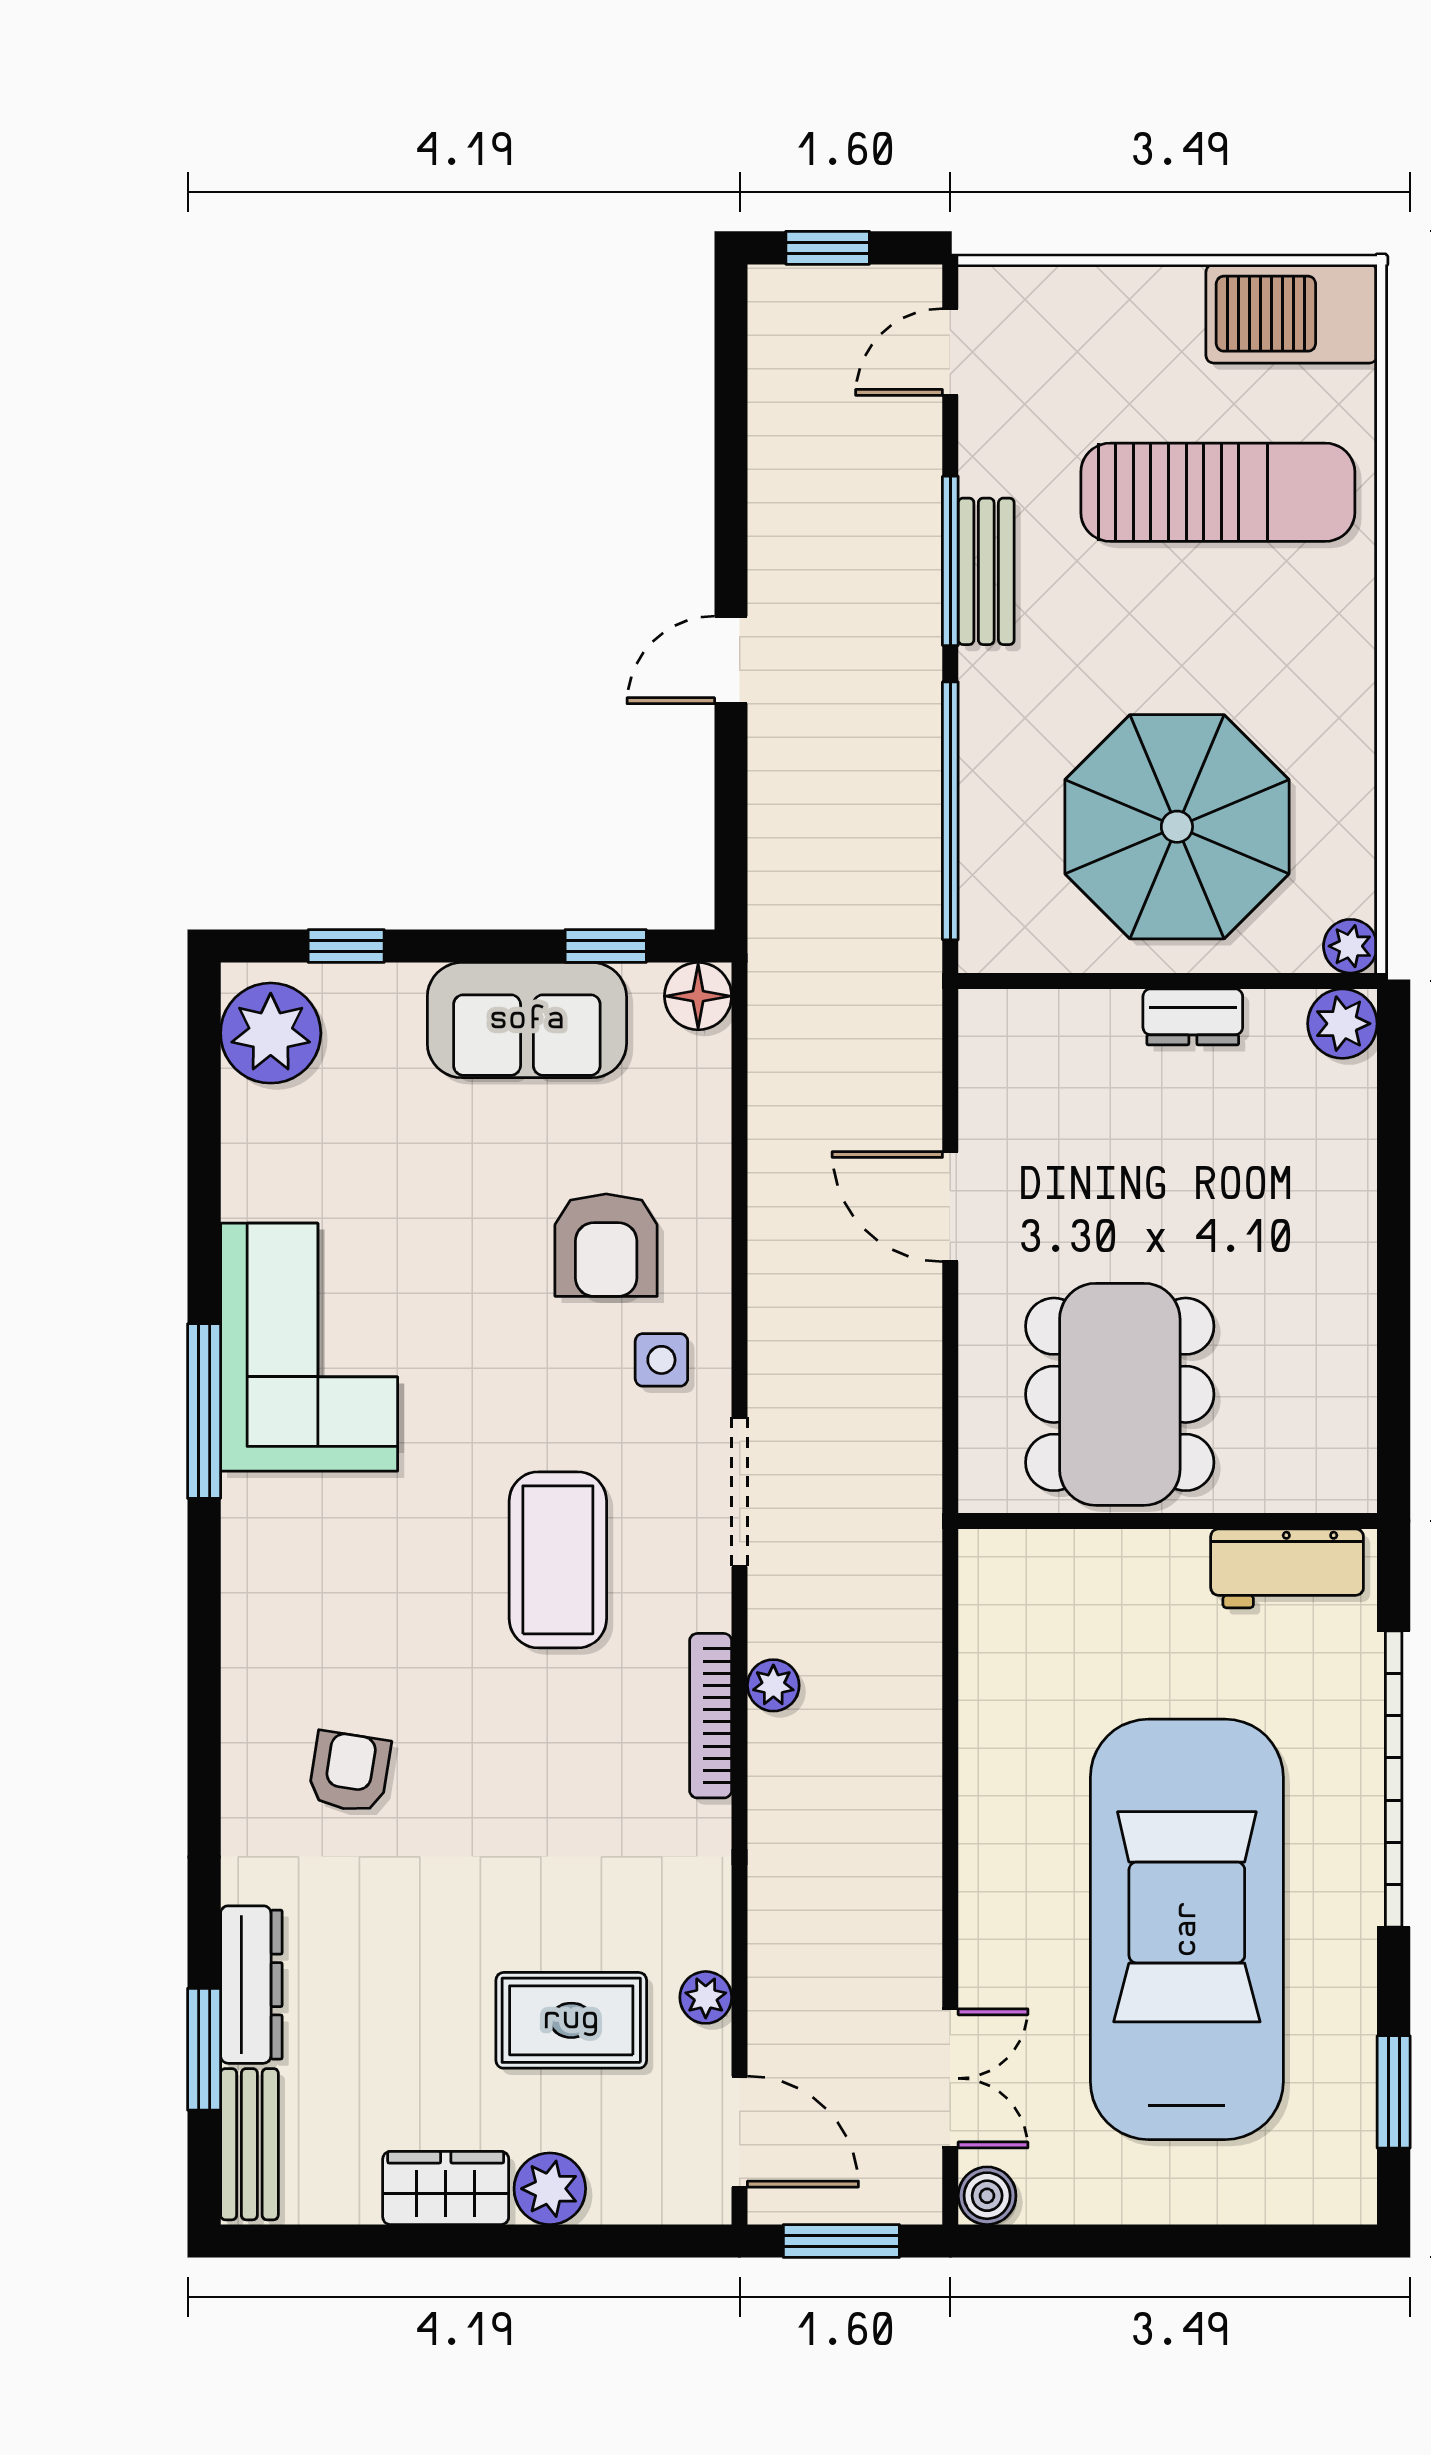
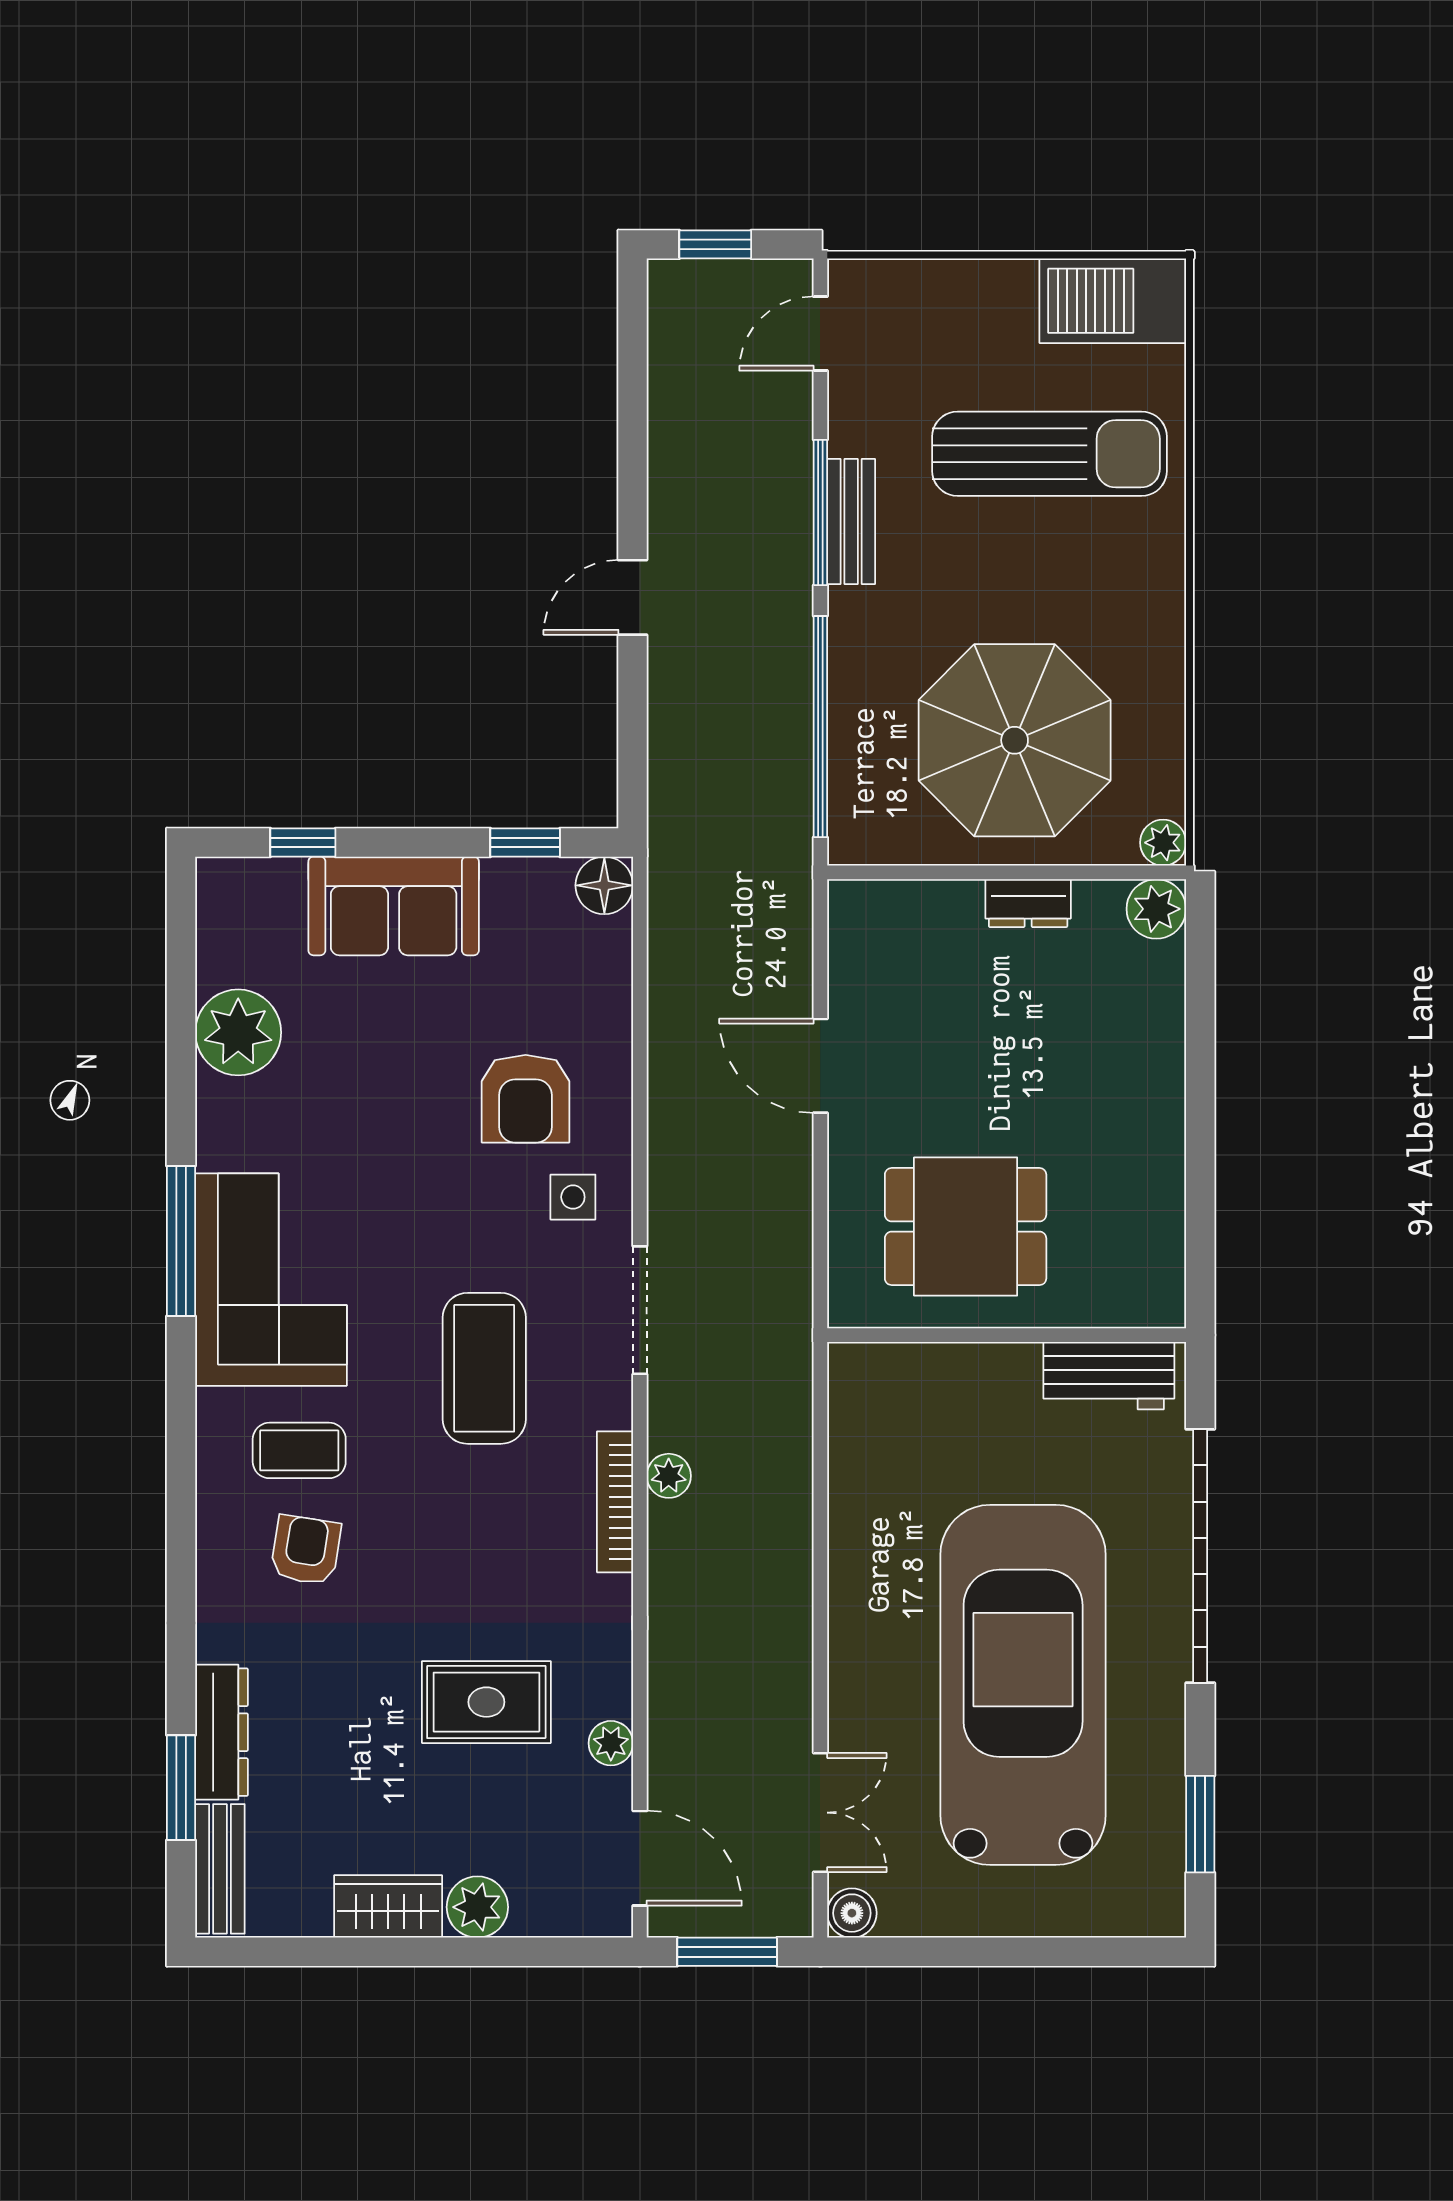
sofa: (527, 1020) -> (394, 906), moved
plant: (271, 1033) -> (238, 1032), moved
corner sofa: (309, 1347) -> (271, 1280), moved
dining table: (1120, 1394) -> (966, 1227), width x0.73
coffee table: (342, 1656) -> (299, 1450), added
rug: (571, 2020) -> (486, 1702), moved

